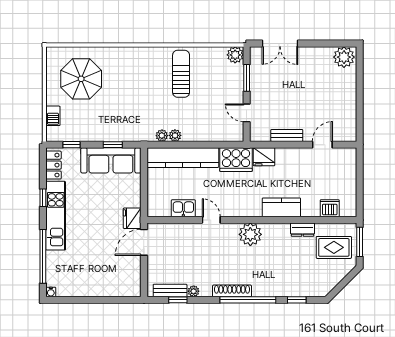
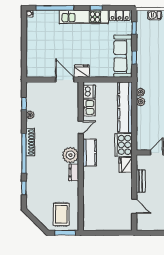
kitchen counter: (281, 207) -> (90, 153), moved
dishwasher: (330, 208) -> (89, 92), moved
dresser: (302, 230) -> (74, 173), moved
bench: (170, 290) -> (31, 98), removed

